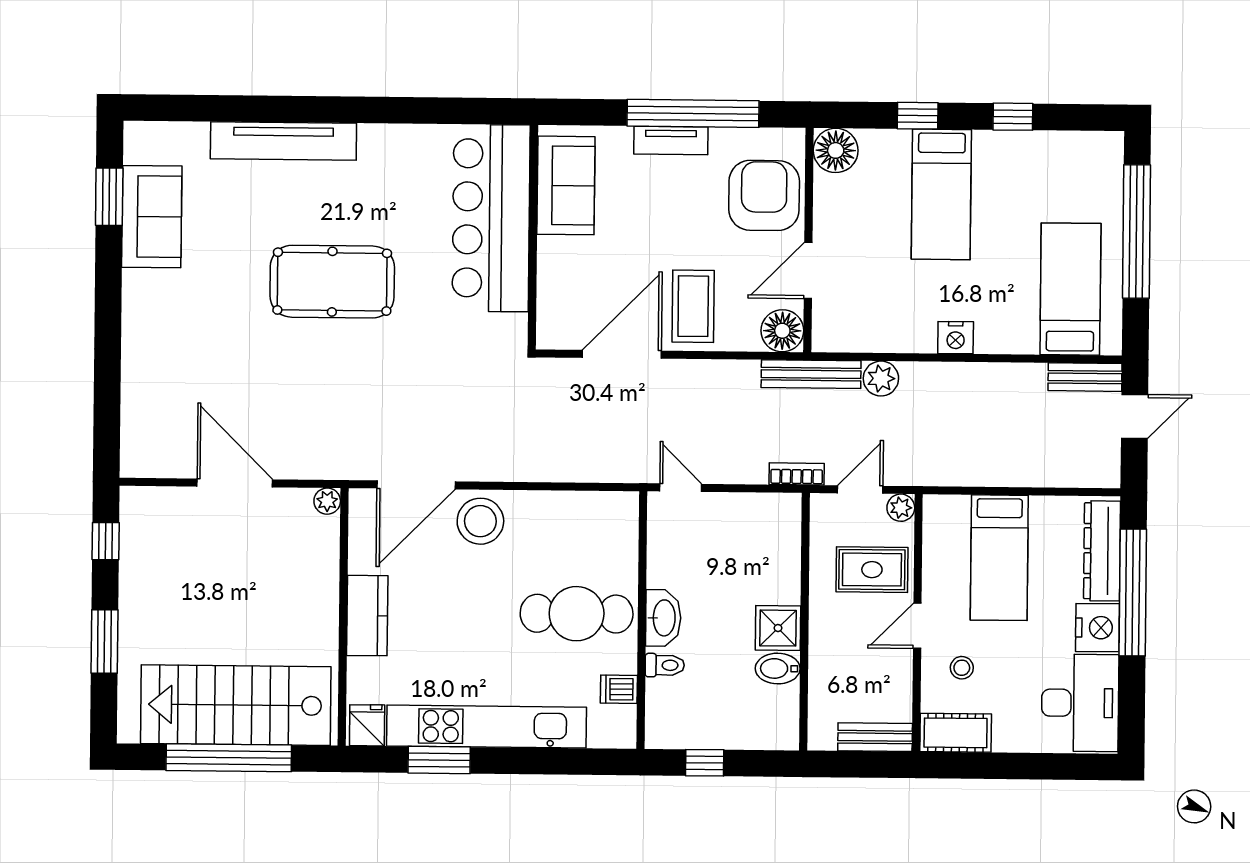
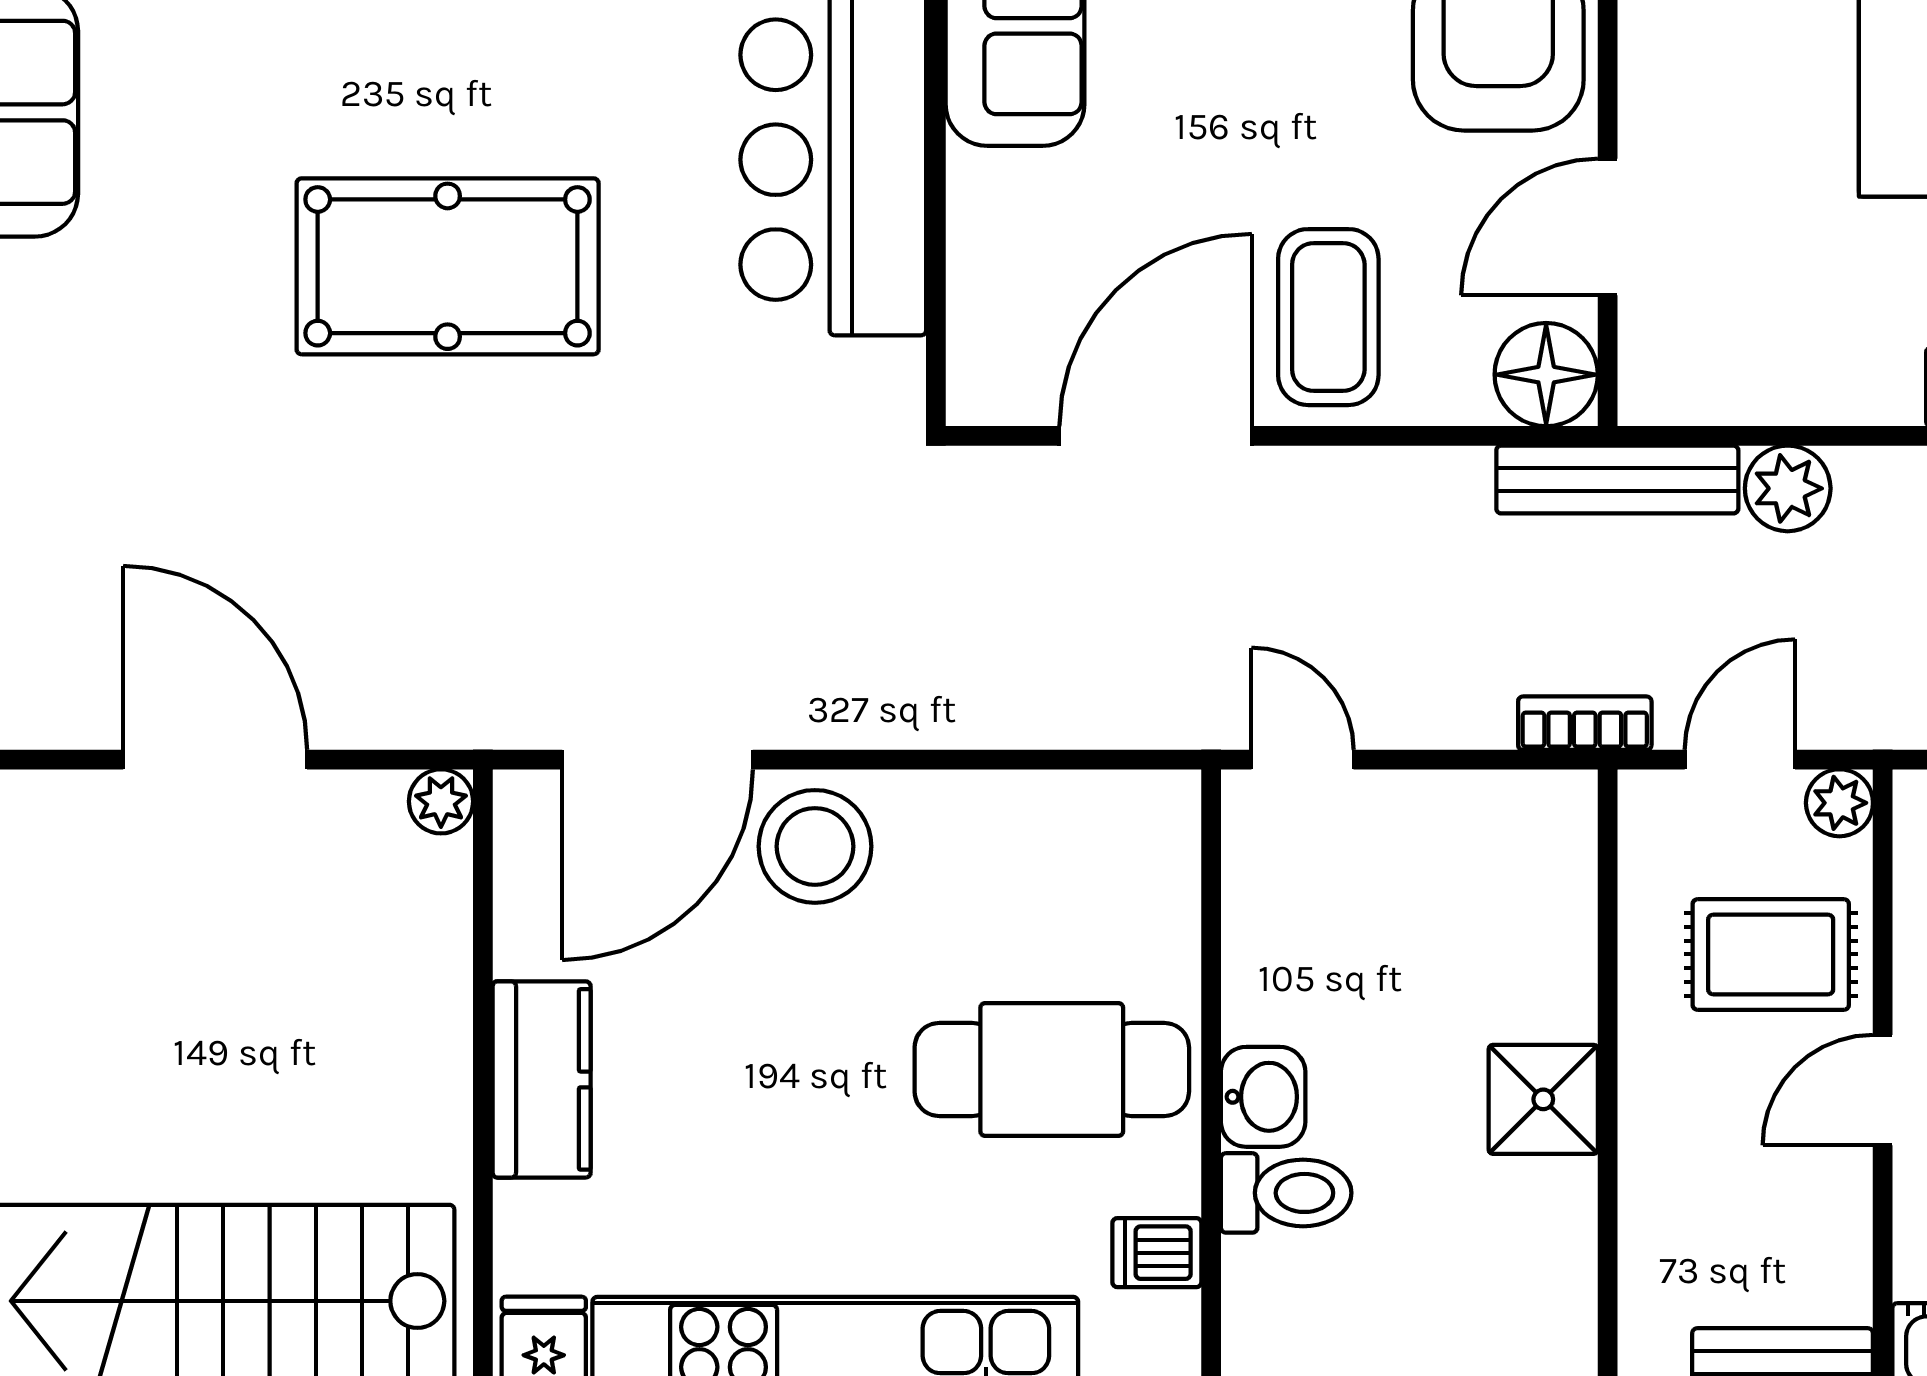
washbasin: (663, 618) -> (1263, 1097), width x0.72
toilet: (665, 665) -> (1286, 1193), width x1.37, depth x1.39
bidet: (778, 669) -> (1543, 1198), removed

